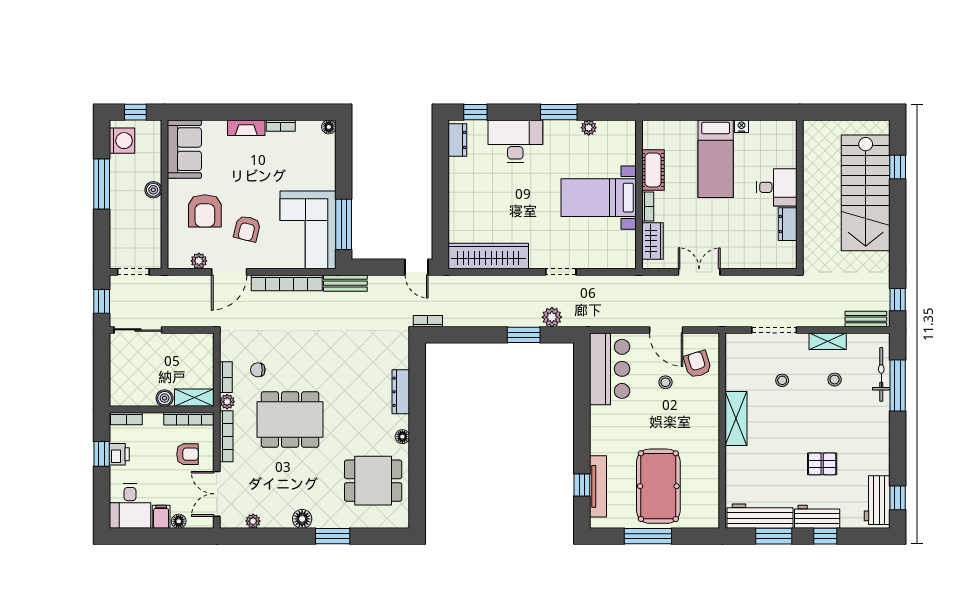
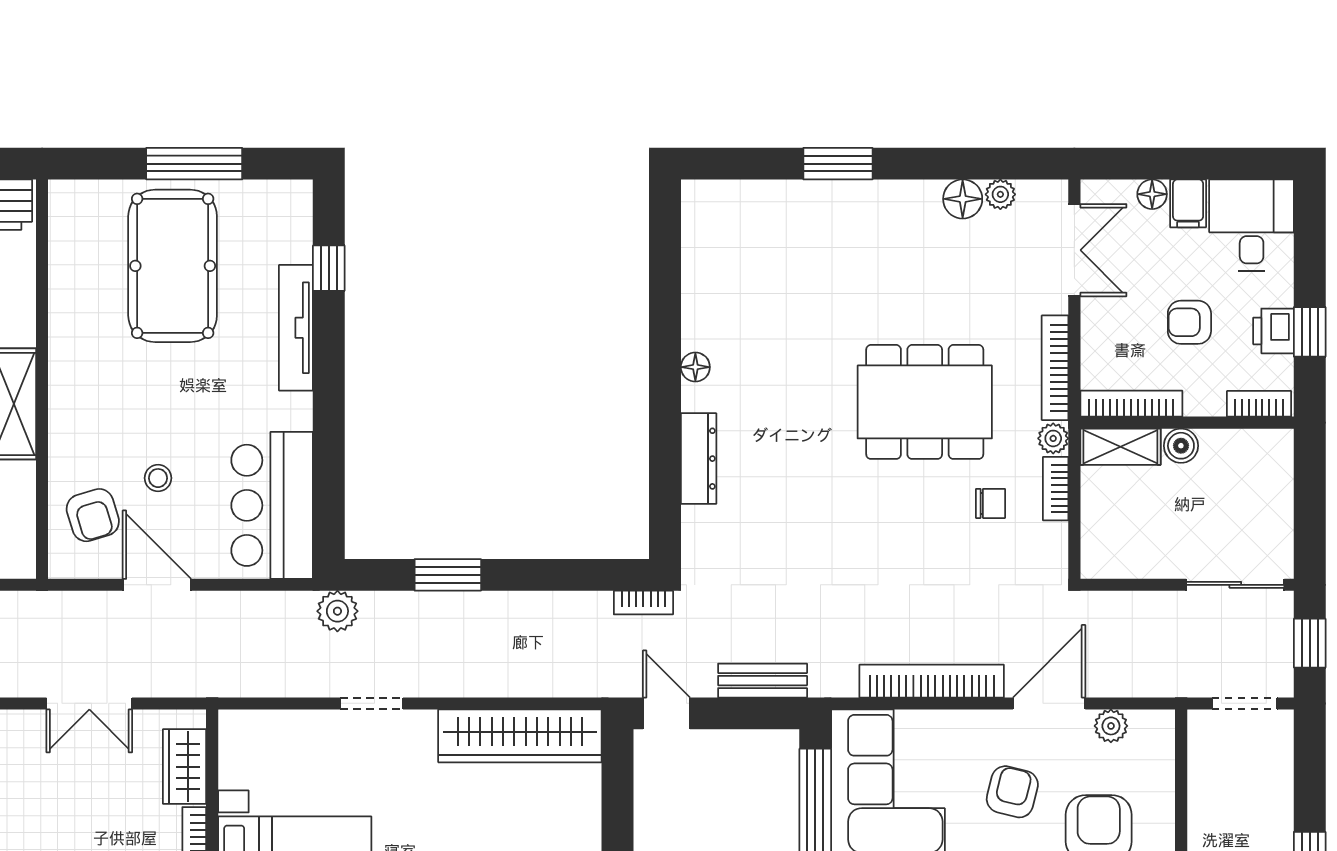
bench: (345, 283) -> (763, 681), moved
plant: (552, 317) -> (337, 611), moved
armchair: (188, 454) -> (1189, 322), moved
dining table: (373, 481) -> (755, 277), removed
tv unit: (598, 486) -> (296, 328), moved
floor lamp: (302, 519) -> (963, 199), moved

